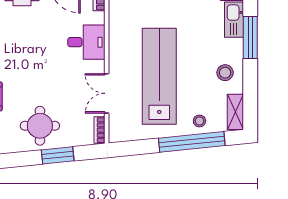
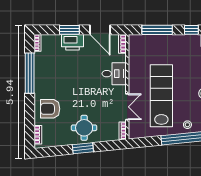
double door: (107, 93) -> (127, 107), swing flipped
window: (58, 155) -> (83, 148), moved

